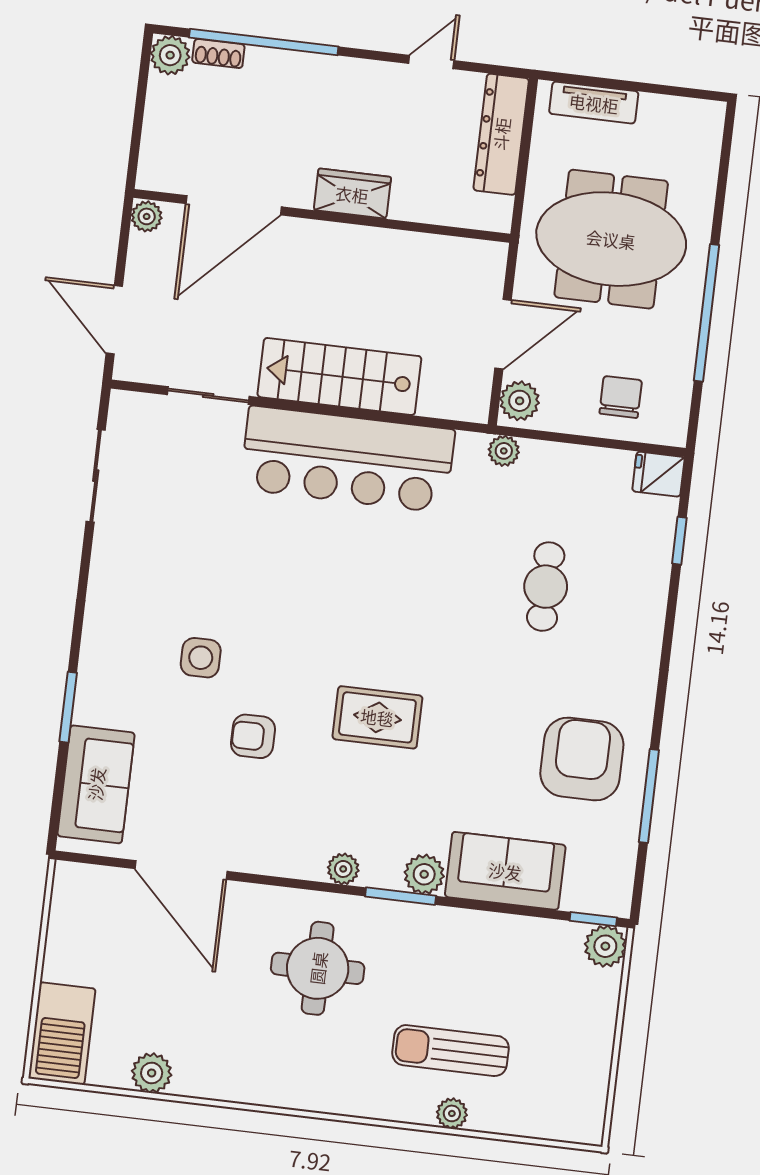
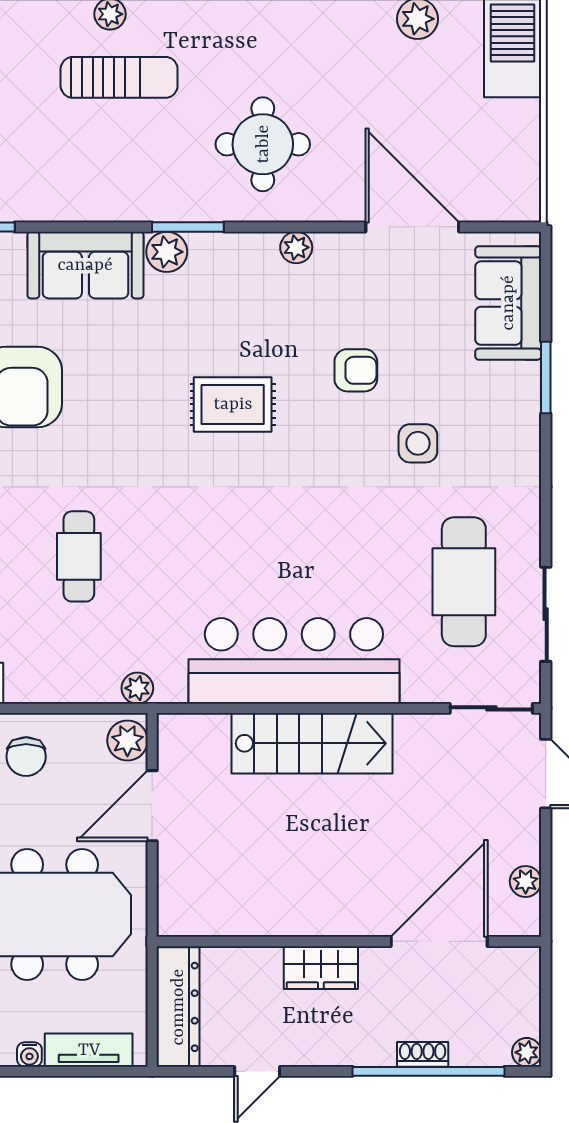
shoe rack: (218, 53) -> (423, 1054), moved
plant: (170, 55) -> (527, 1052), width x0.73, depth x0.73
water cooler: (652, 105) -> (29, 1054), added
wardrobe: (352, 194) -> (321, 968), moved
door: (234, 205) -> (439, 941), moved
wall: (322, 216) -> (349, 941), moved
sliding door: (208, 396) -> (491, 708), moved
cafe table: (172, 517) -> (464, 582), added
plant: (343, 869) -> (296, 247), moved

